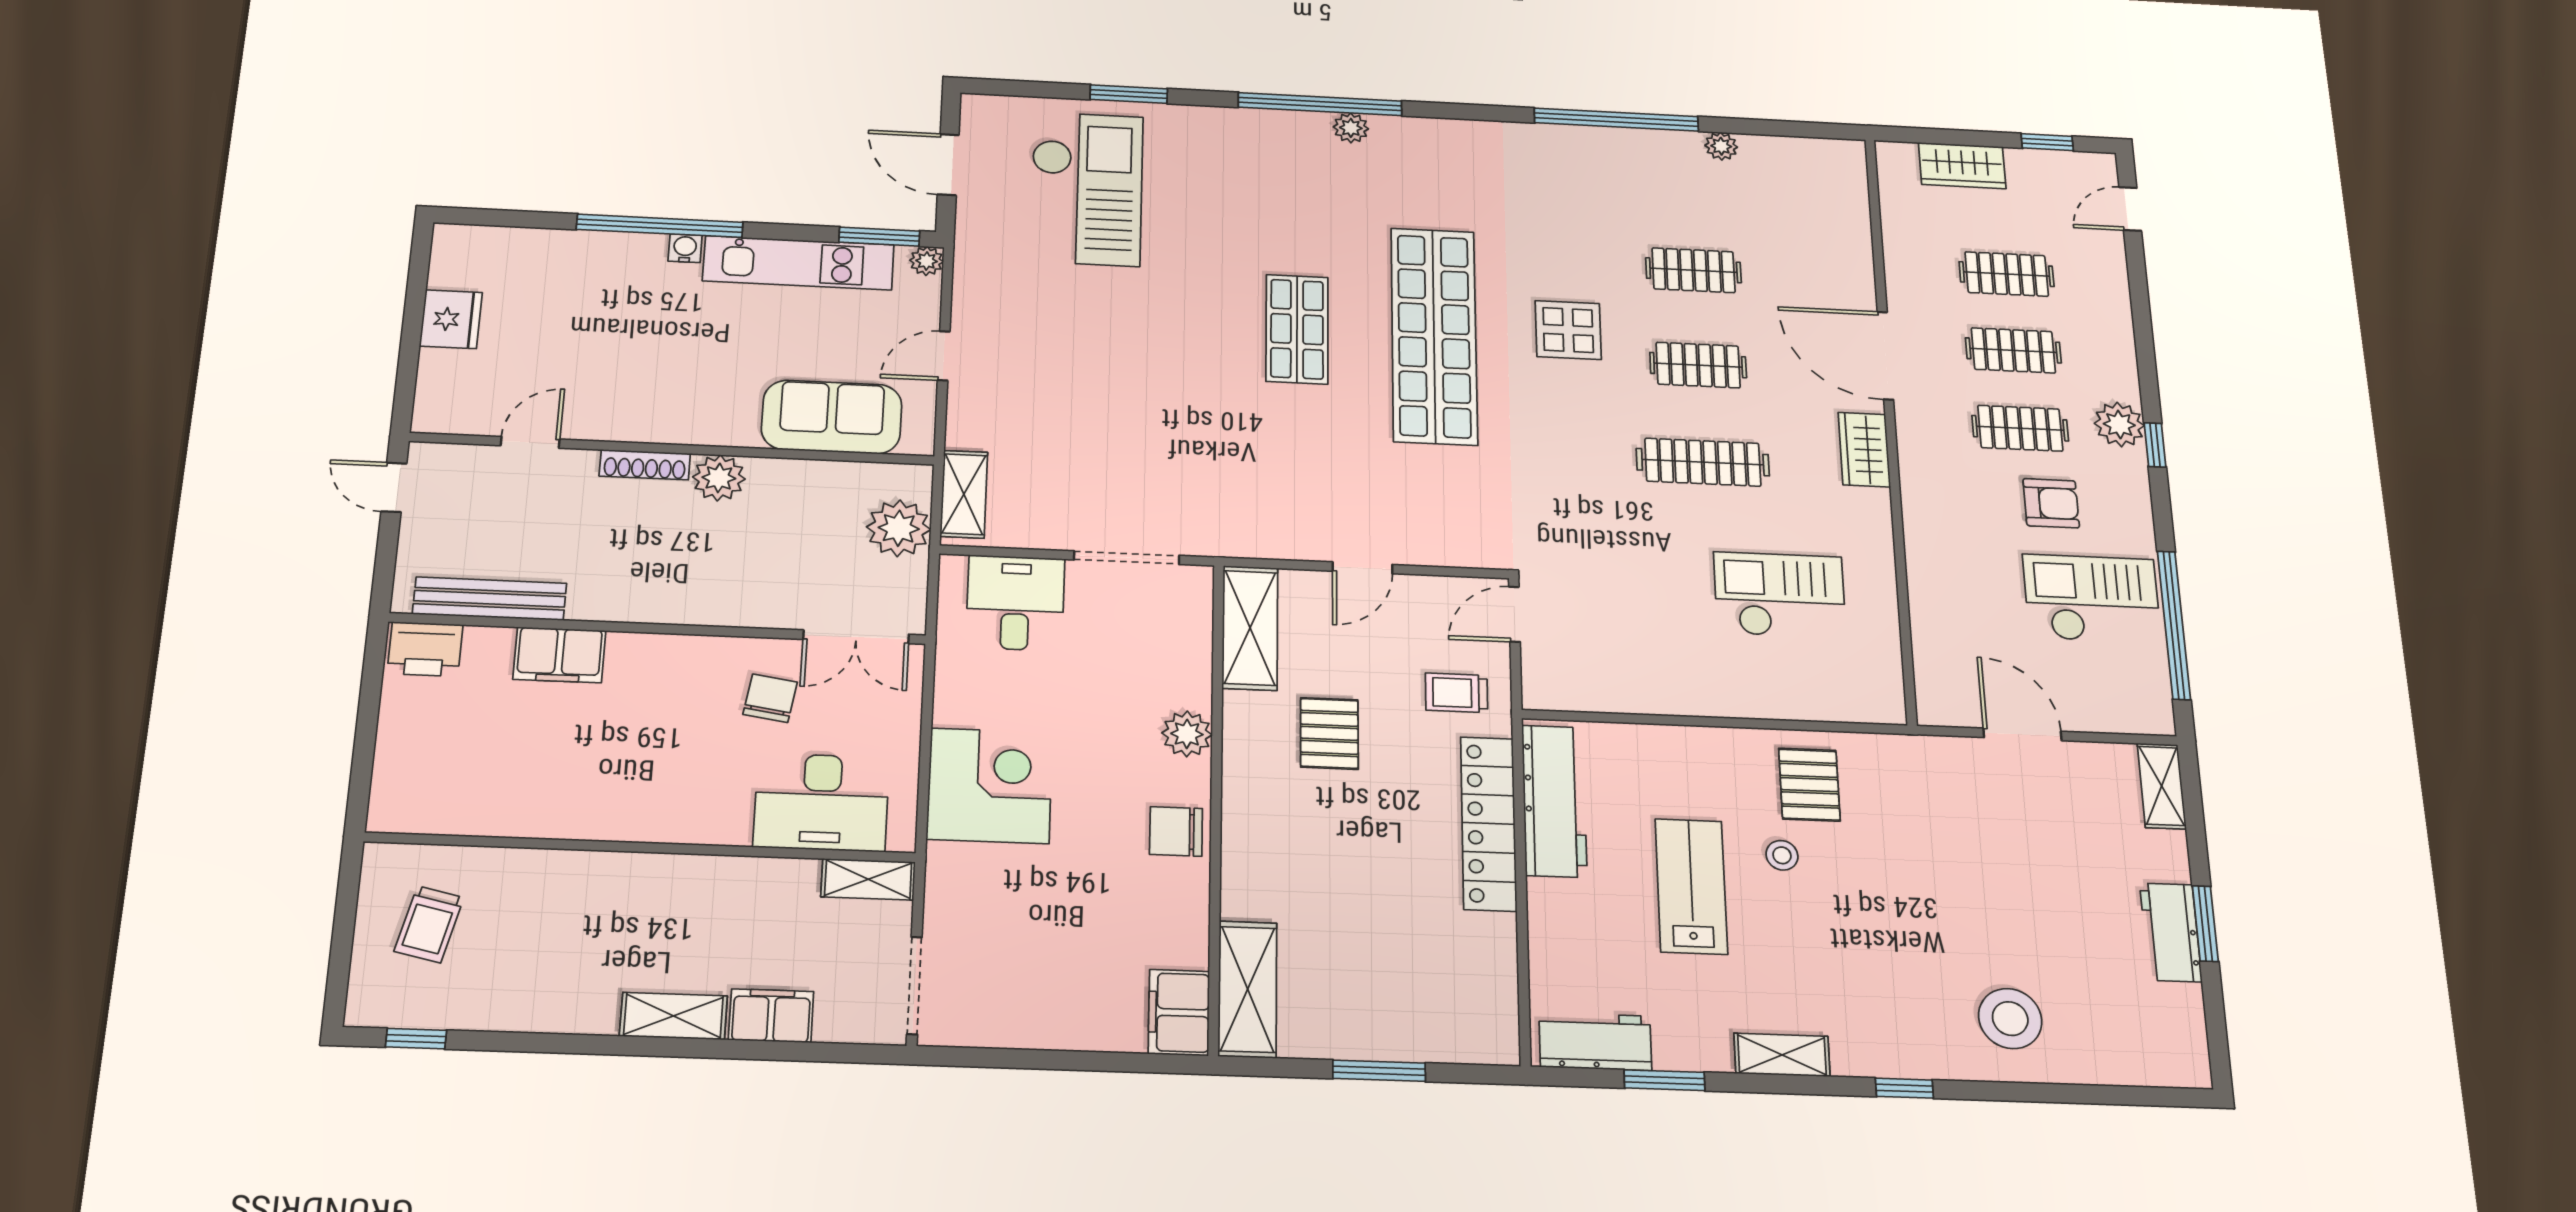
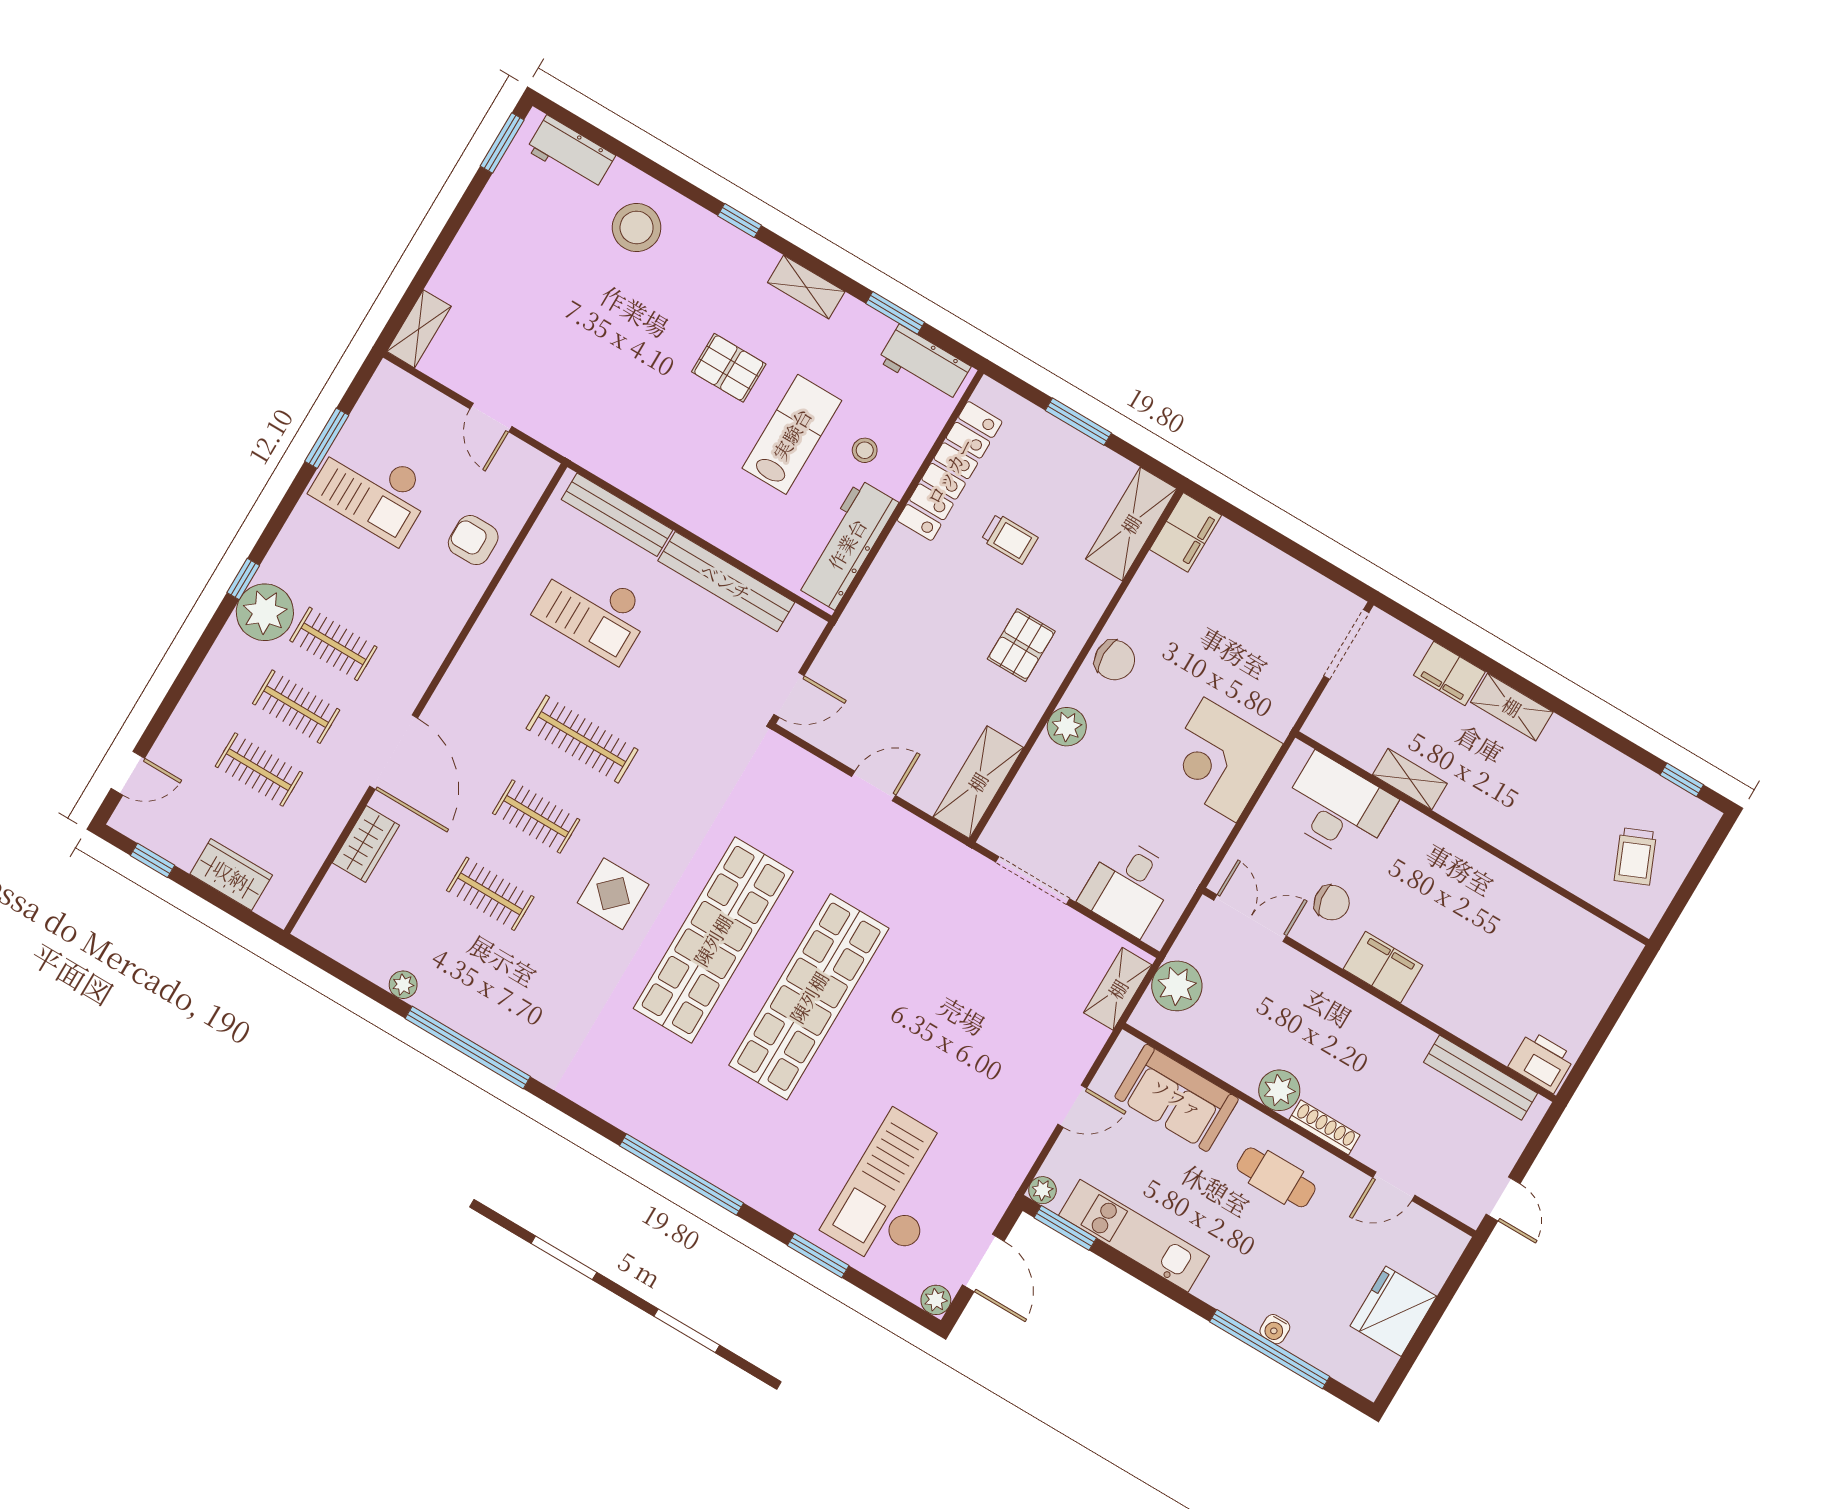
plant: (1351, 128) -> (936, 1300), moved
window: (660, 226) -> (1270, 1349), moved
water cooler: (685, 248) -> (1275, 1329), moved
fridge: (451, 319) -> (1393, 1311), width x1.36, depth x1.34
shop shelf: (1297, 329) -> (809, 997), width x2.00, depth x1.36
cafe table: (672, 390) -> (1276, 1177), added
plant: (2119, 425) -> (265, 612), width x1.36, depth x1.36
wardrobe: (1864, 450) -> (366, 844), moved
armchair: (2051, 503) -> (473, 540), moved
window: (2174, 625) -> (327, 438), width x0.47
filing cabinet: (559, 655) -> (1383, 967), moved
trolley: (1456, 693) -> (1010, 539), moved
bench: (1659, 695) -> (726, 582), added
chair: (770, 698) -> (1332, 903), turned -108
bench: (1821, 704) -> (617, 515), added
pallet: (1329, 733) -> (1021, 645), moved
door: (2022, 734) -> (491, 418), width x0.73
pallet: (1809, 785) -> (729, 368), moved, turned 90
locker: (1489, 823) -> (950, 471), moved
stool: (1782, 855) -> (865, 450), moved
shelving: (868, 879) -> (1410, 779), moved
lab bench: (1691, 886) -> (792, 434), turned 180
trolley: (429, 924) -> (1635, 856), turned 144
window: (2205, 924) -> (502, 143), moved
workbench: (2171, 932) -> (571, 153), moved, turned 90

